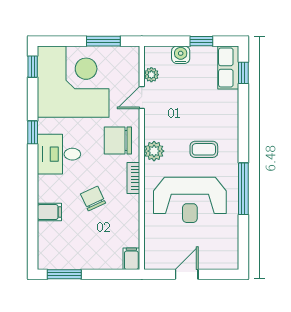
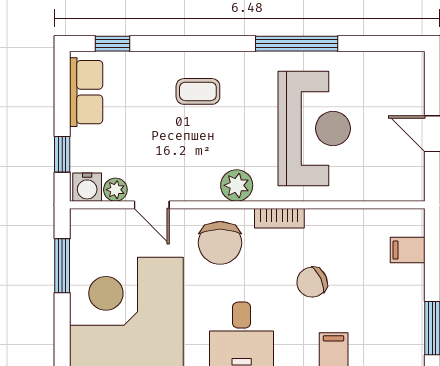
window: (201, 41) -> (62, 154), moved
water cooler: (181, 55) -> (87, 187), moved, turned -90
row of seats: (228, 67) -> (86, 92), moved, turned -90
coffee table: (204, 149) -> (198, 91), moved, turned 90
filing cabinet: (131, 259) -> (408, 250), moved

